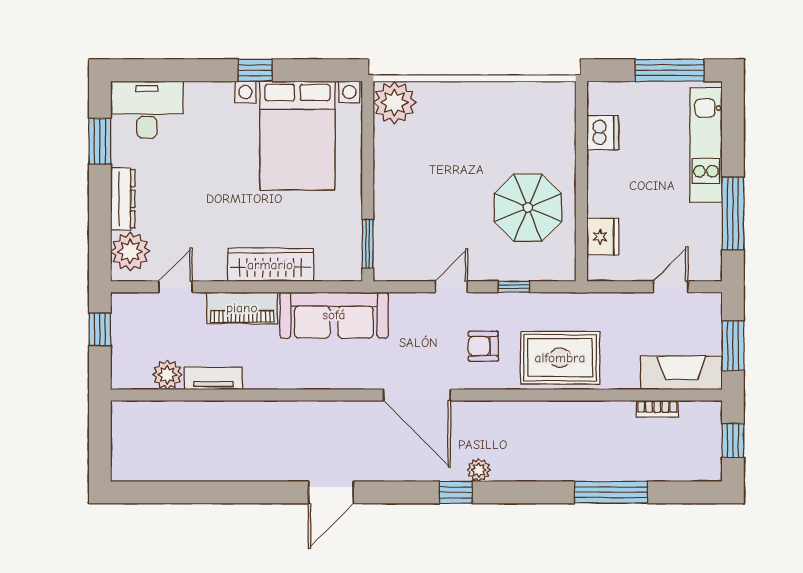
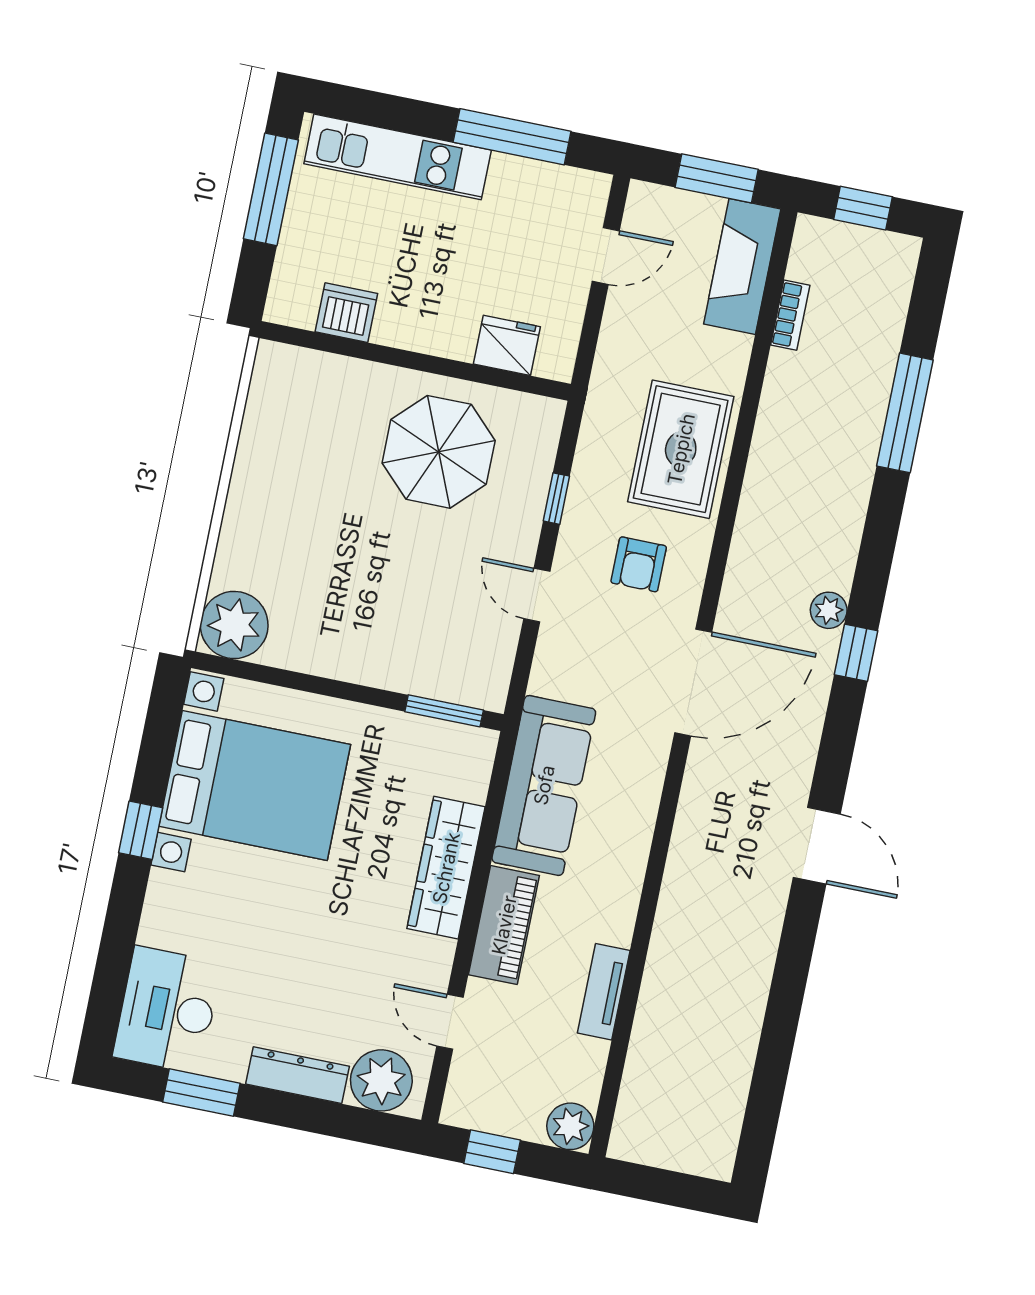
door: (671, 287) -> (606, 256), swing flipped
plant: (167, 375) -> (570, 1126), moved

